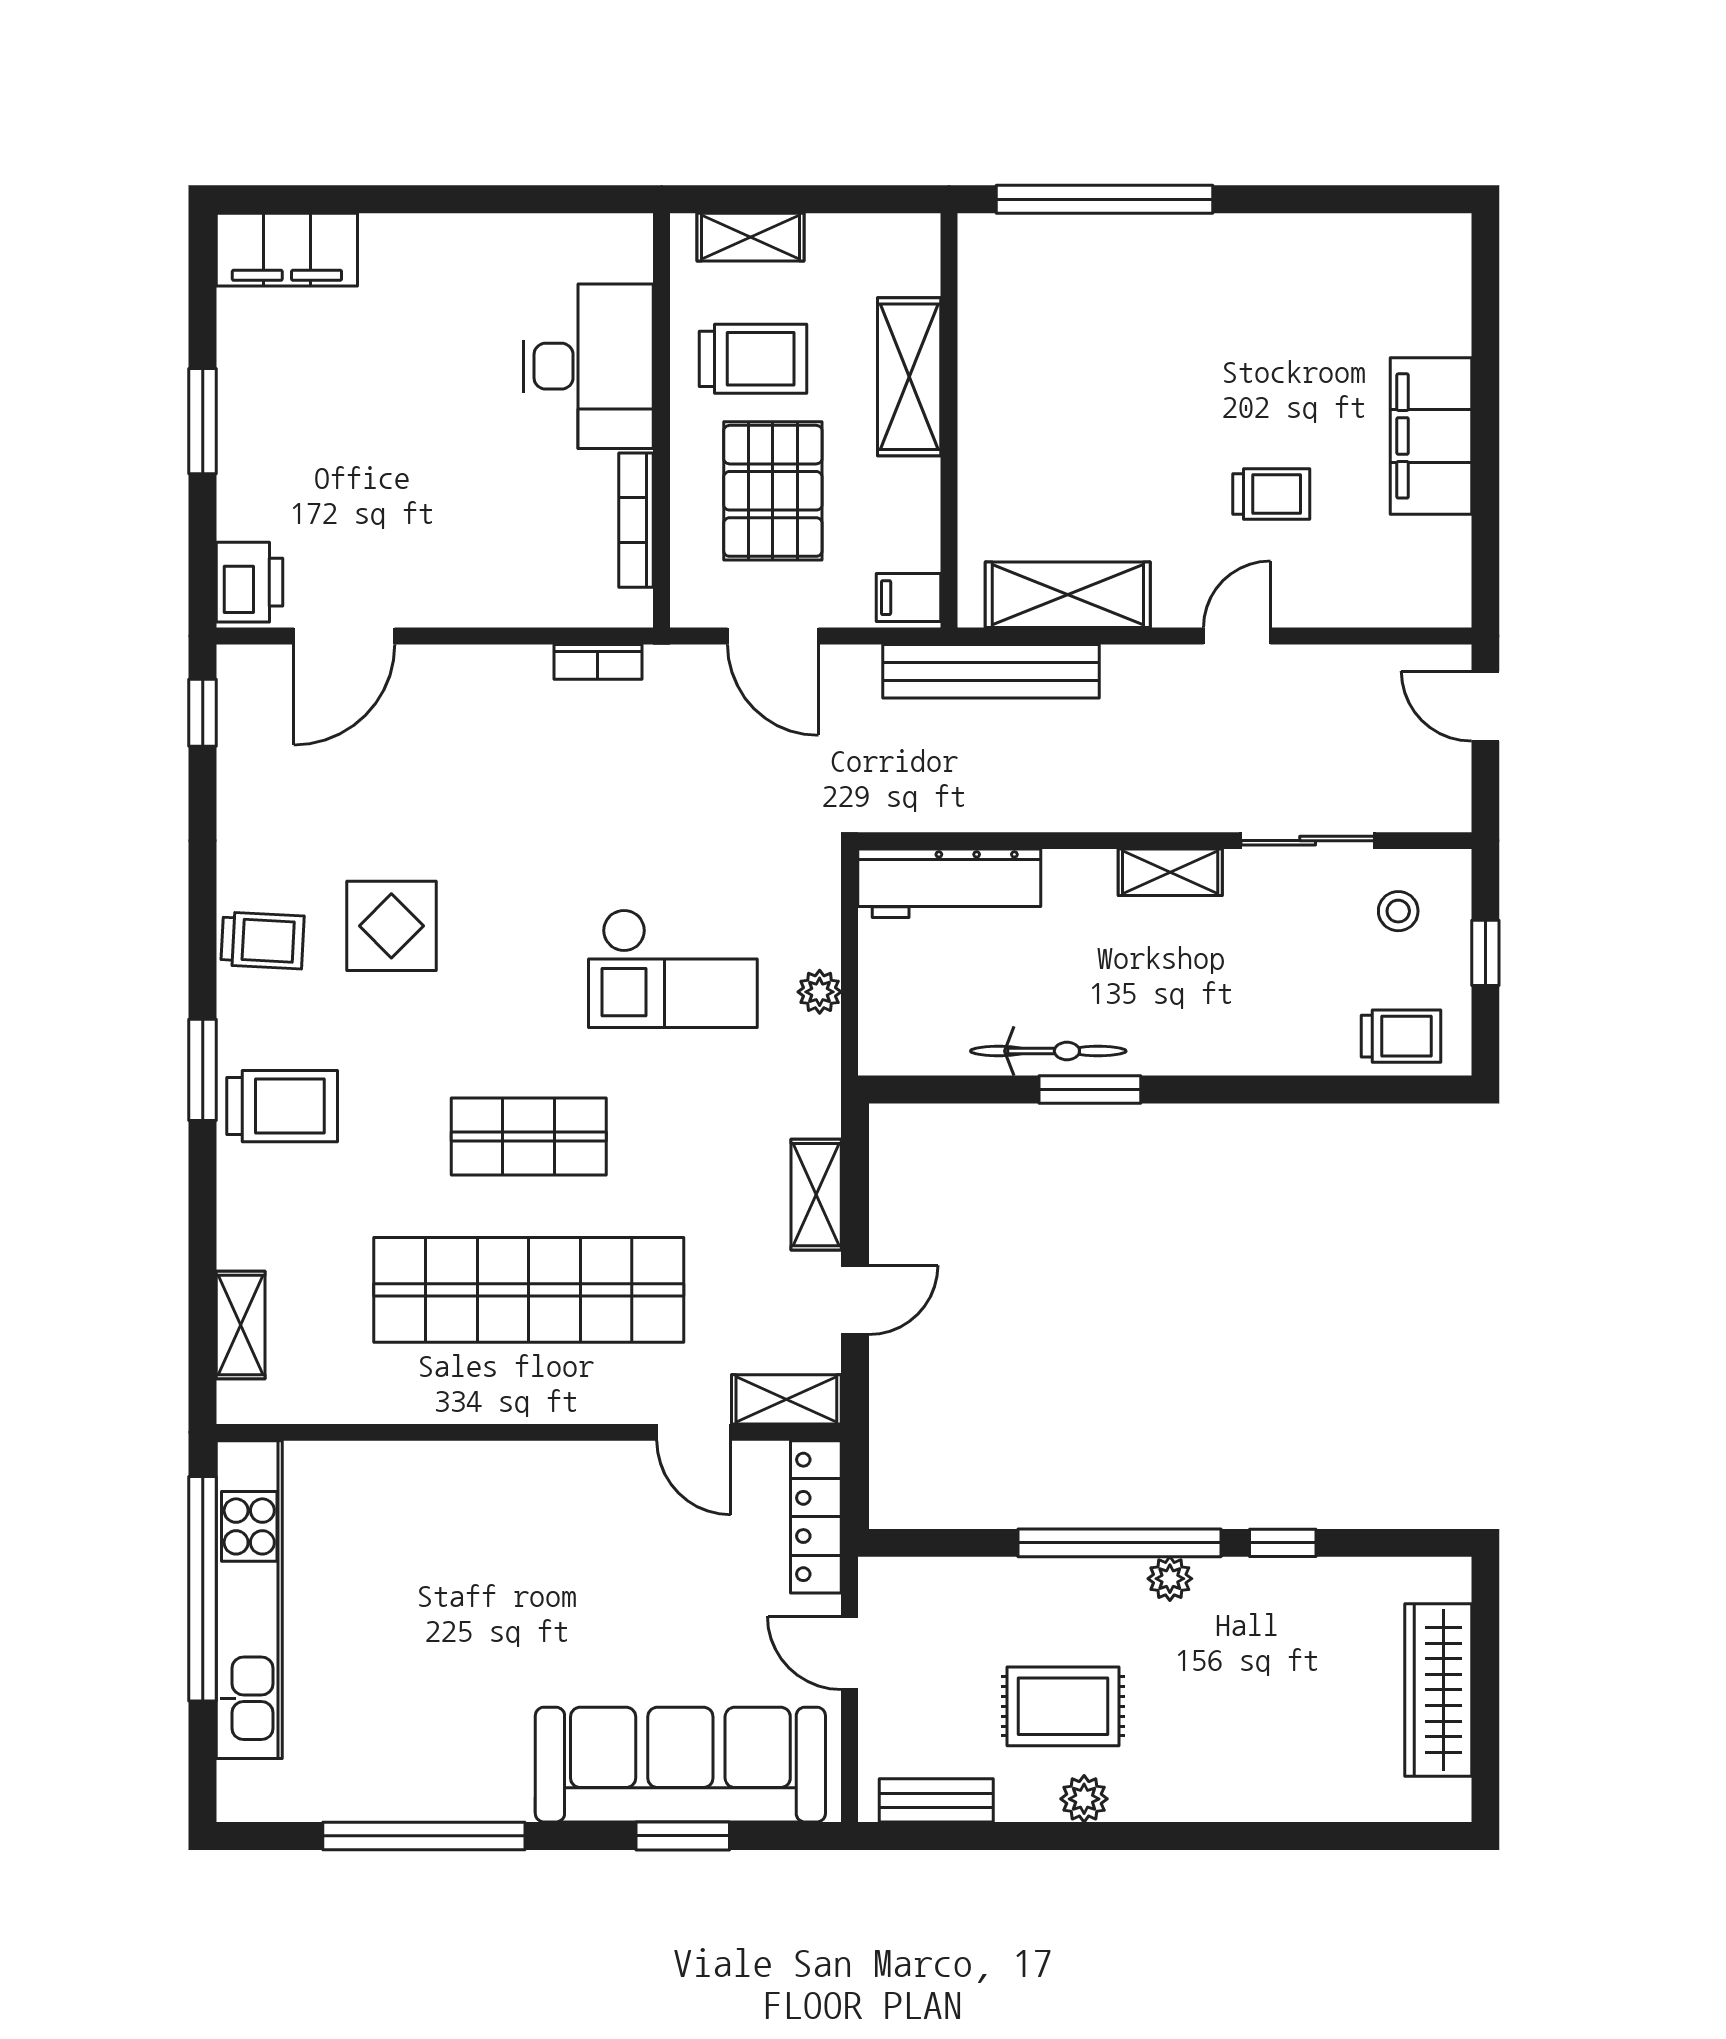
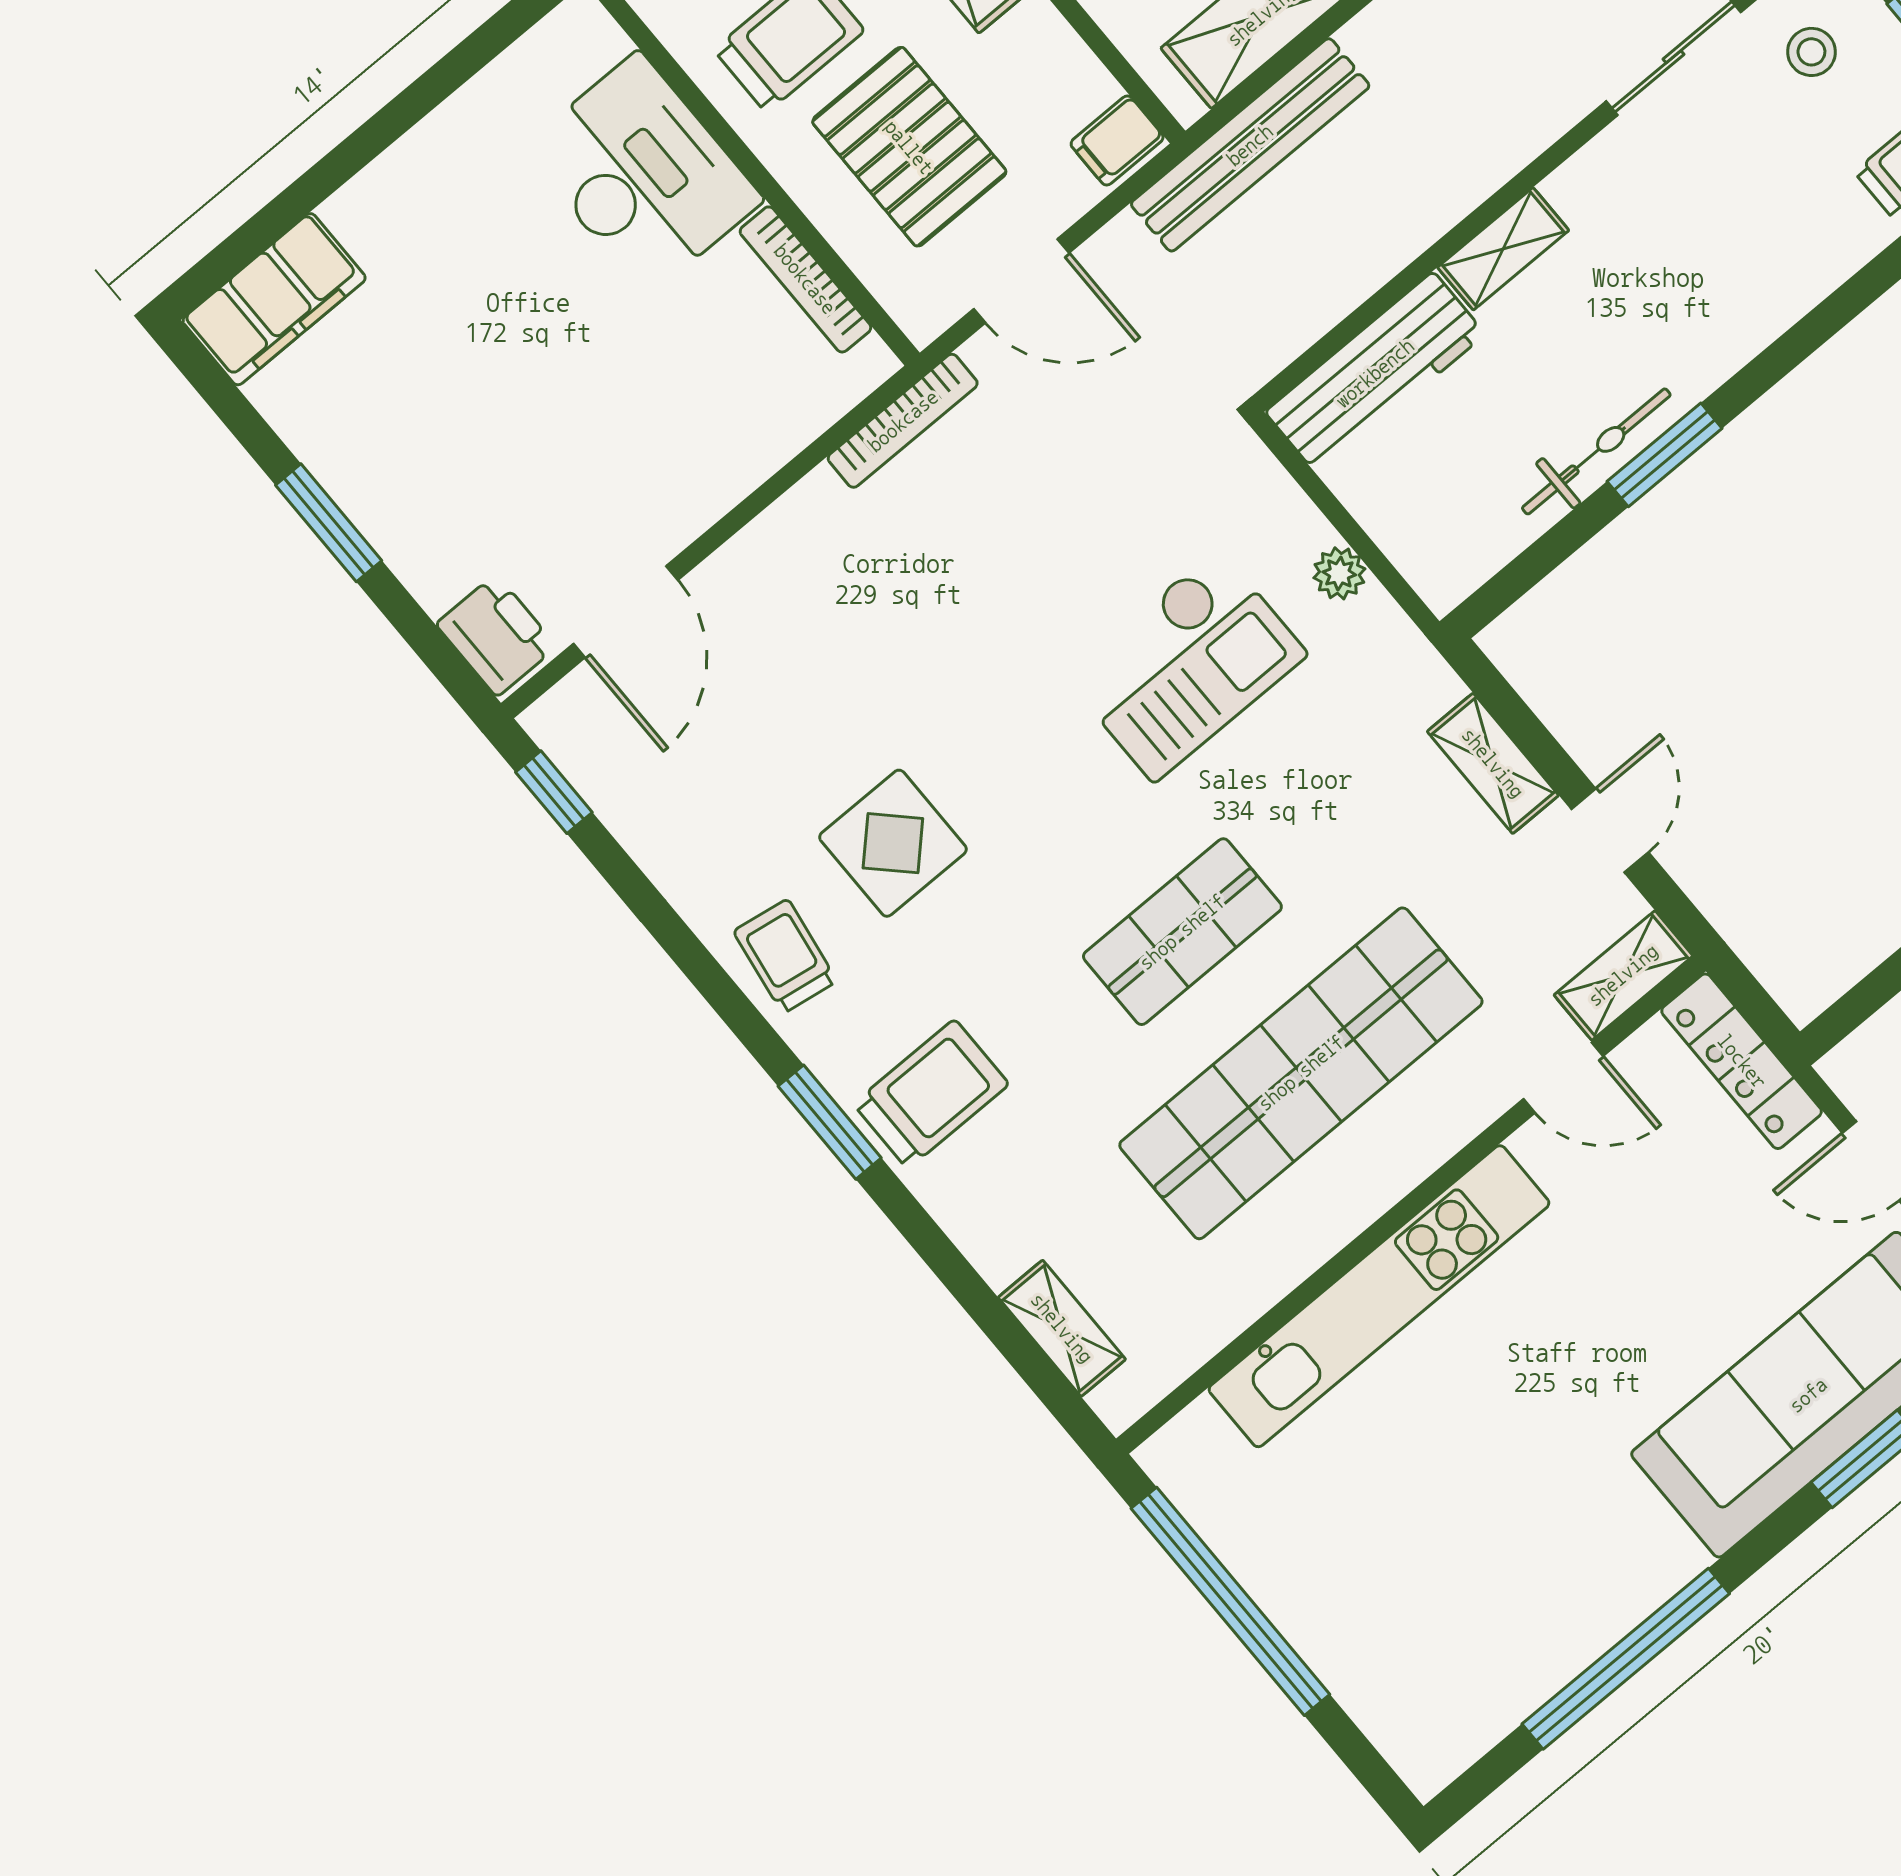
bookcase: (598, 662) -> (903, 421), width x1.56
shelving: (1170, 872) -> (1503, 249), moved
trolley: (263, 940) -> (785, 956), turned -84
kitchen unit: (249, 1600) -> (1379, 1296), moved, turned 90

